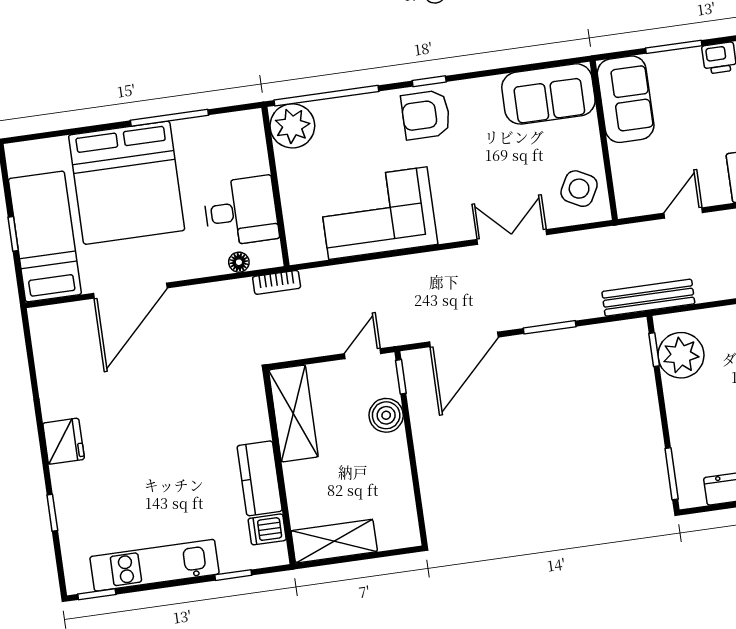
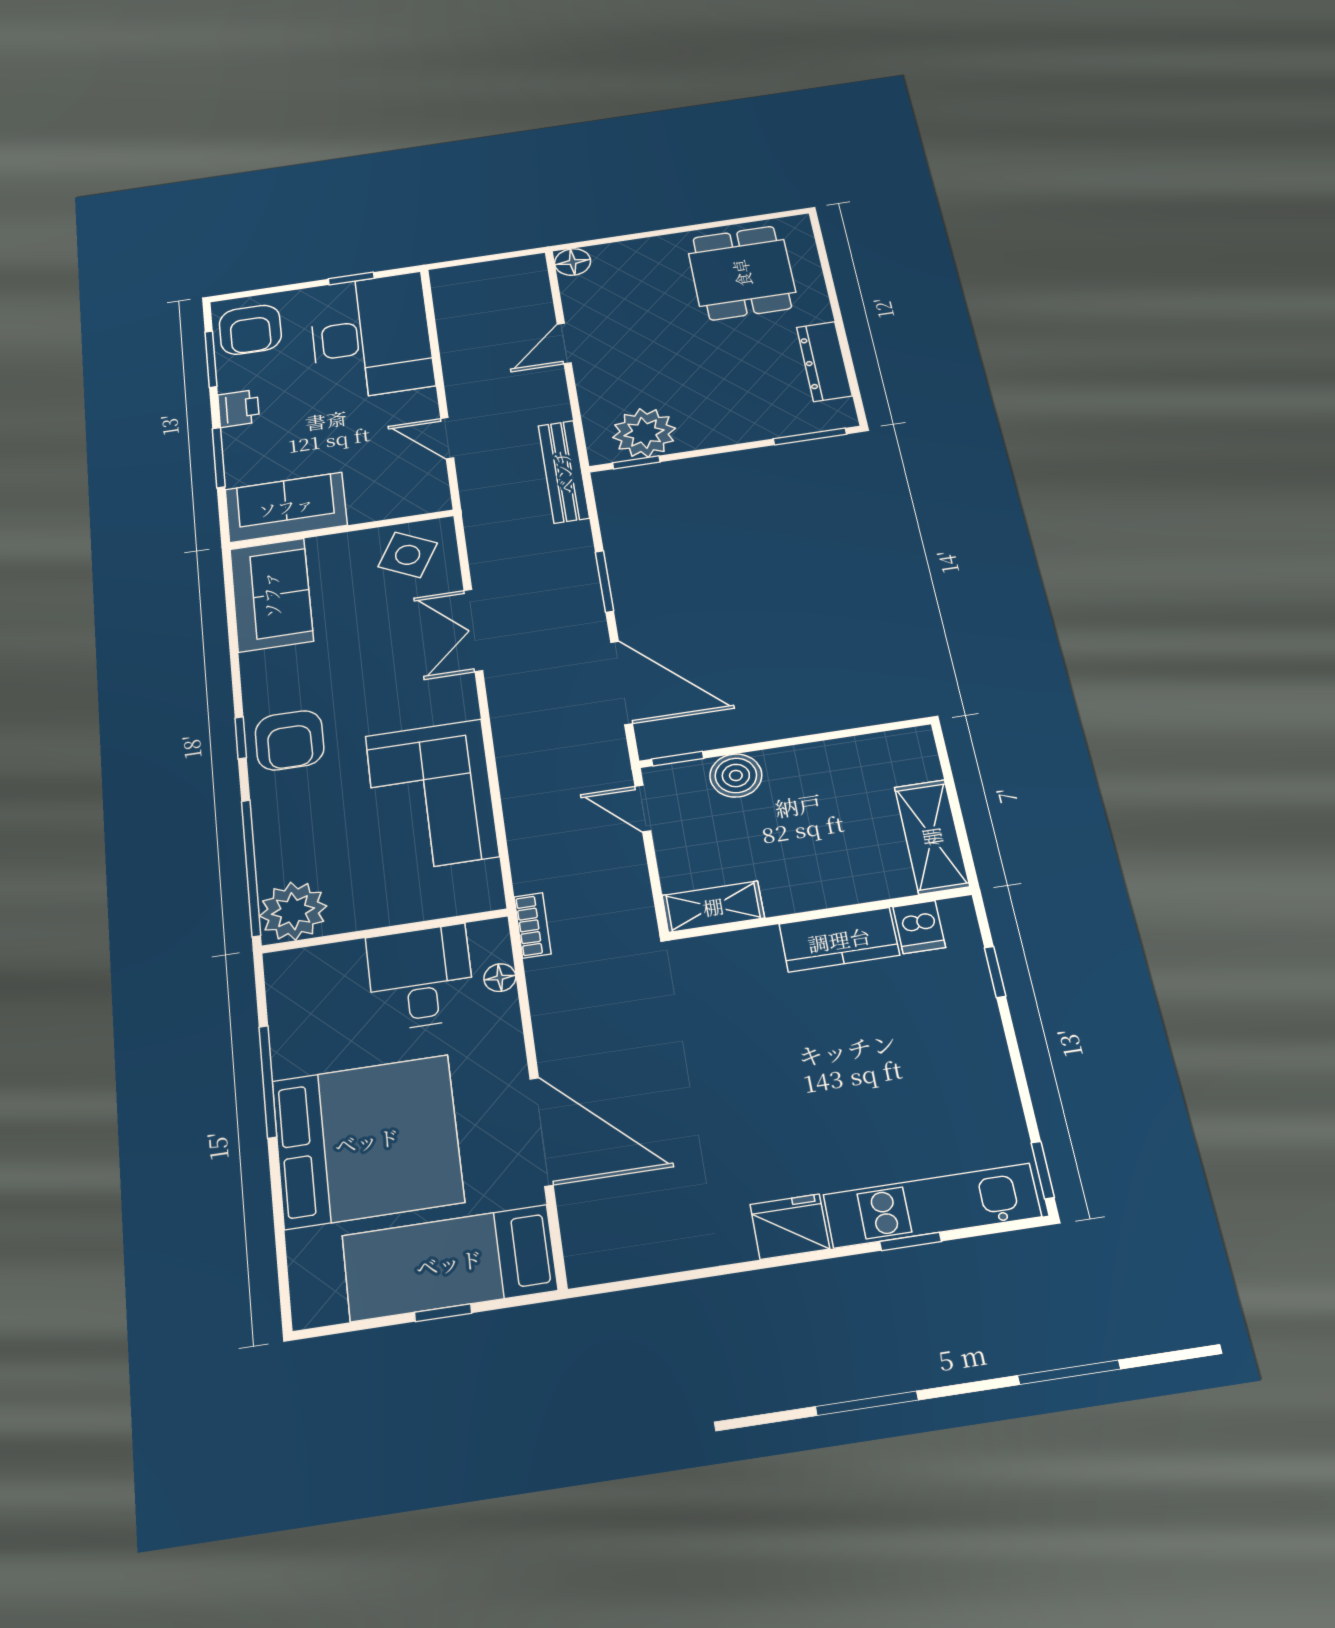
shelving: (293, 413) -> (713, 907), width x0.67, depth x0.75
kitchen unit: (155, 565) -> (932, 1206), moved, turned 90

